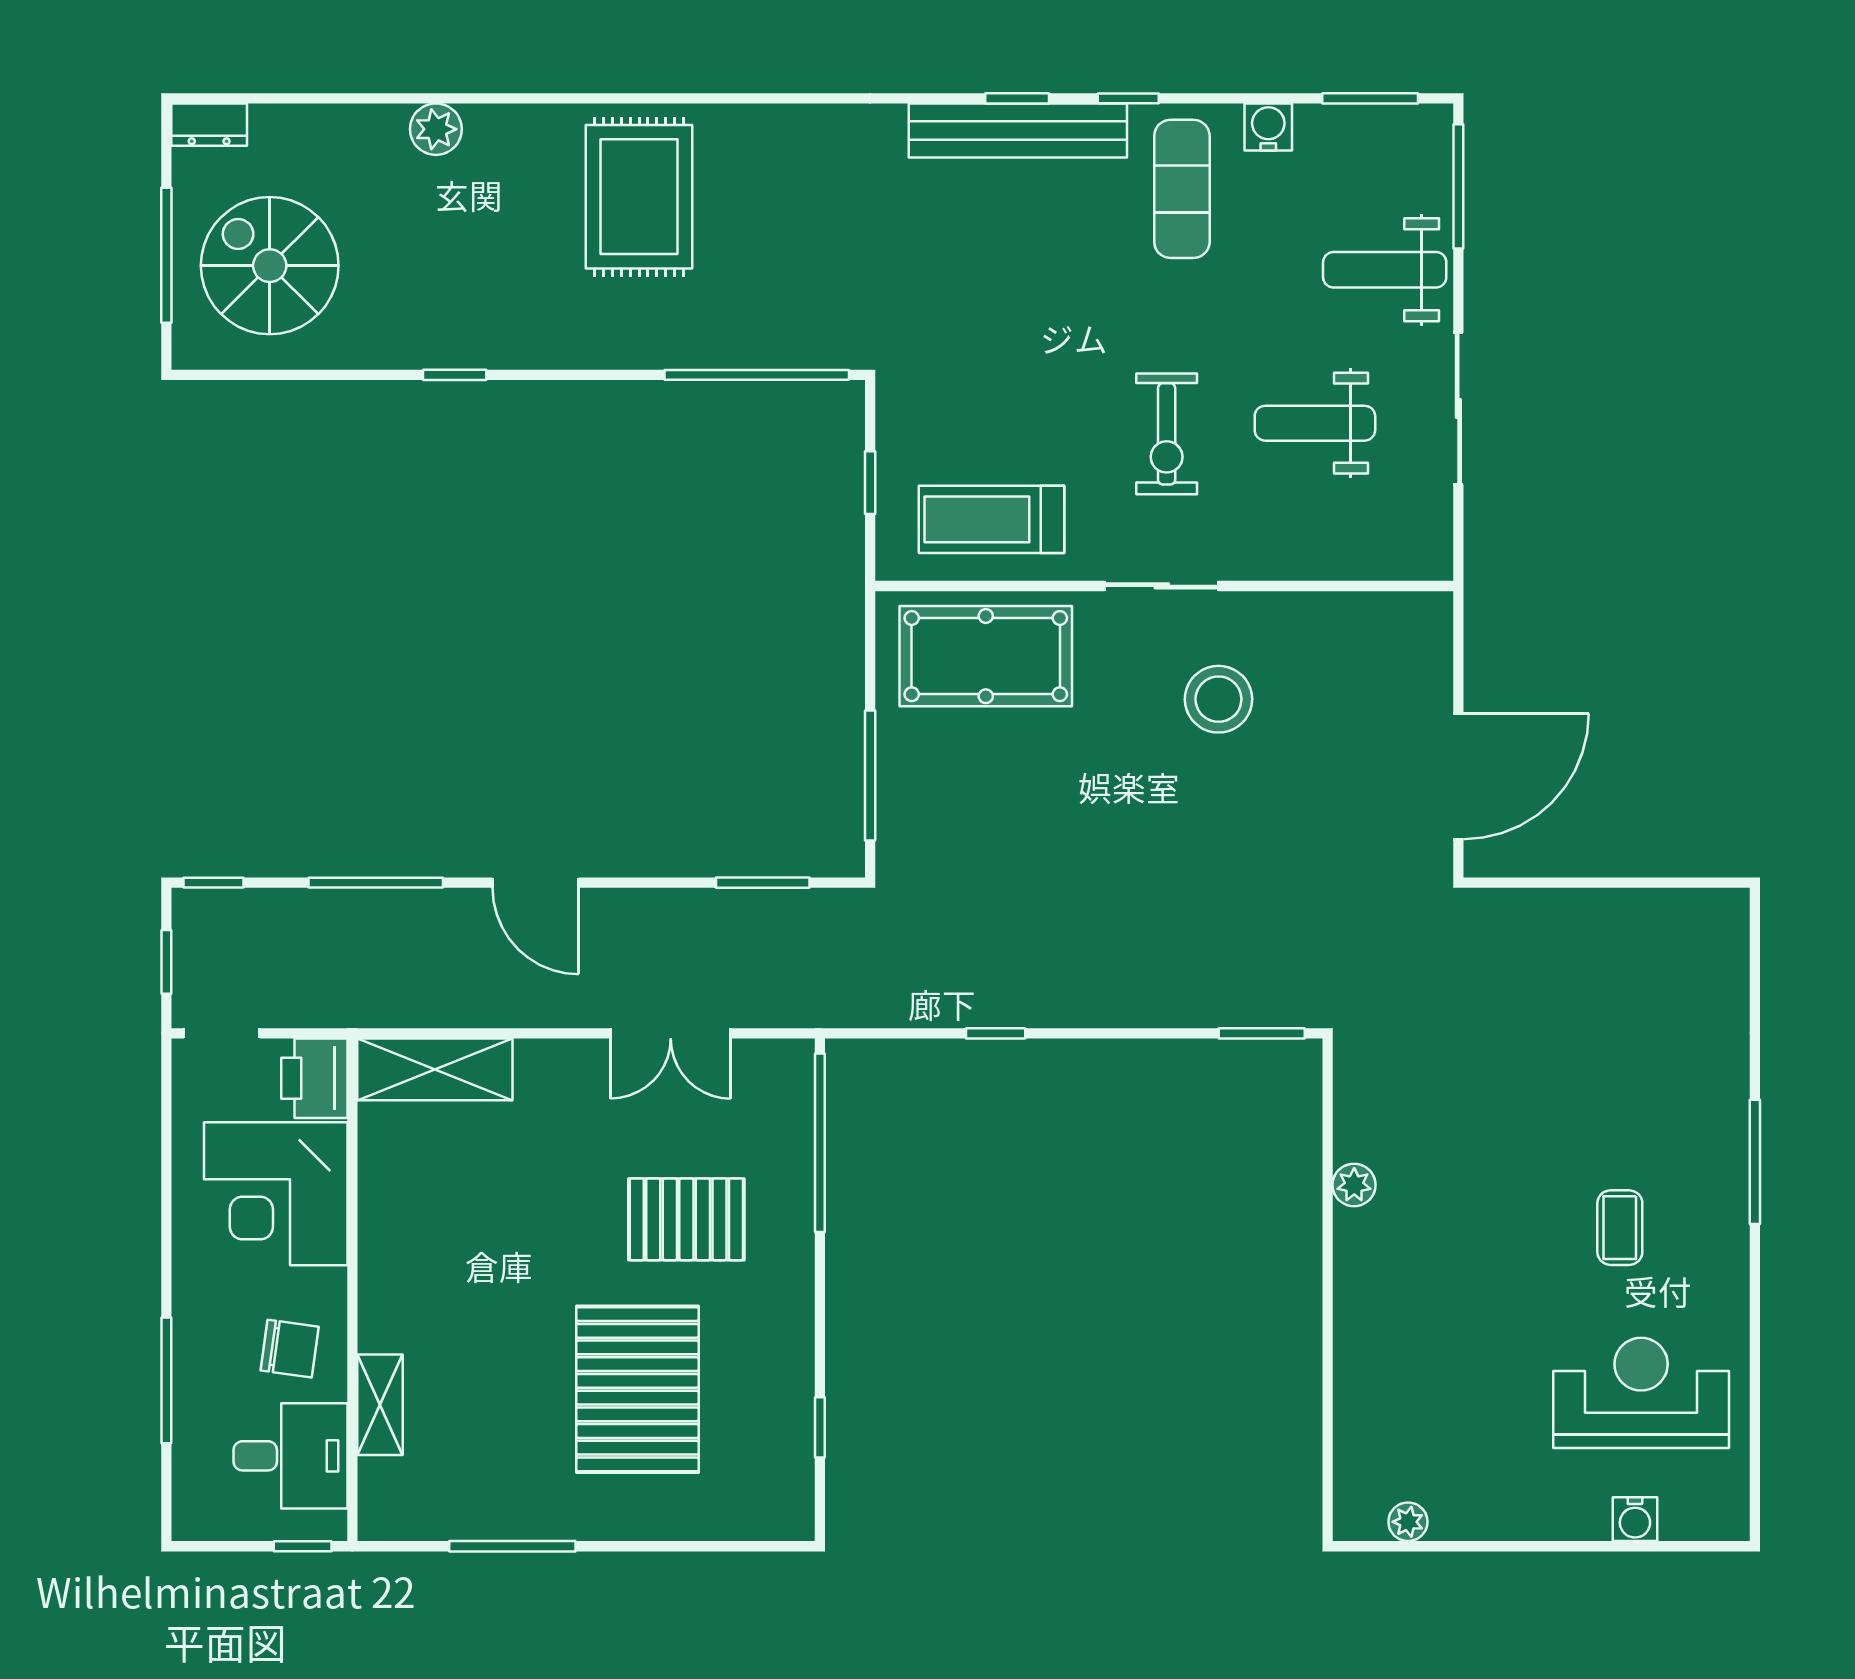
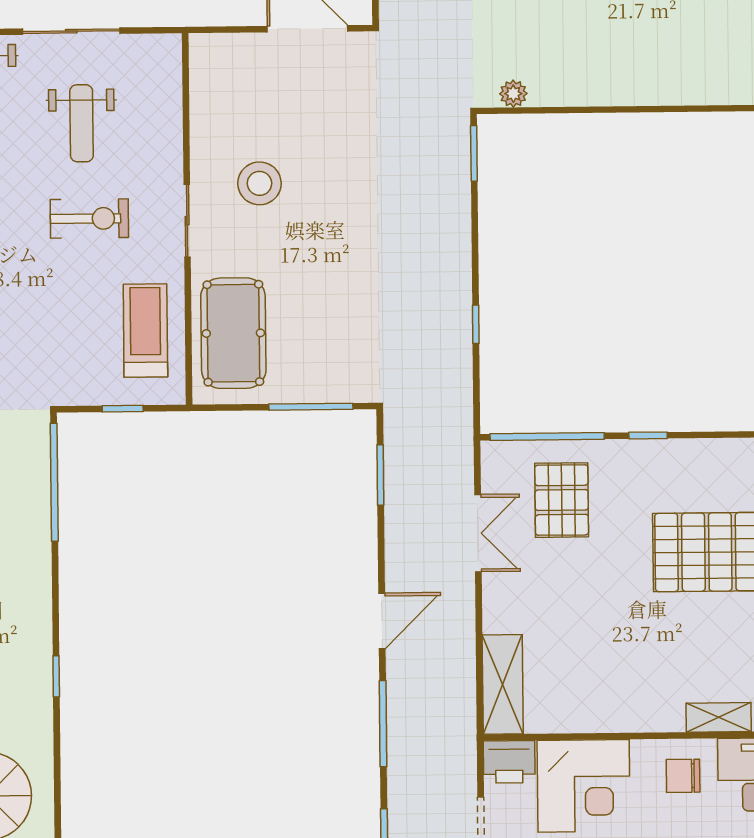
treadmill: (991, 519) -> (145, 330), turned 180
plant: (1354, 1185) -> (513, 94), moved
pallet: (686, 1219) -> (562, 500), moved
chair: (290, 1349) -> (683, 776), turned -98
window: (820, 1427) -> (648, 435), moved

